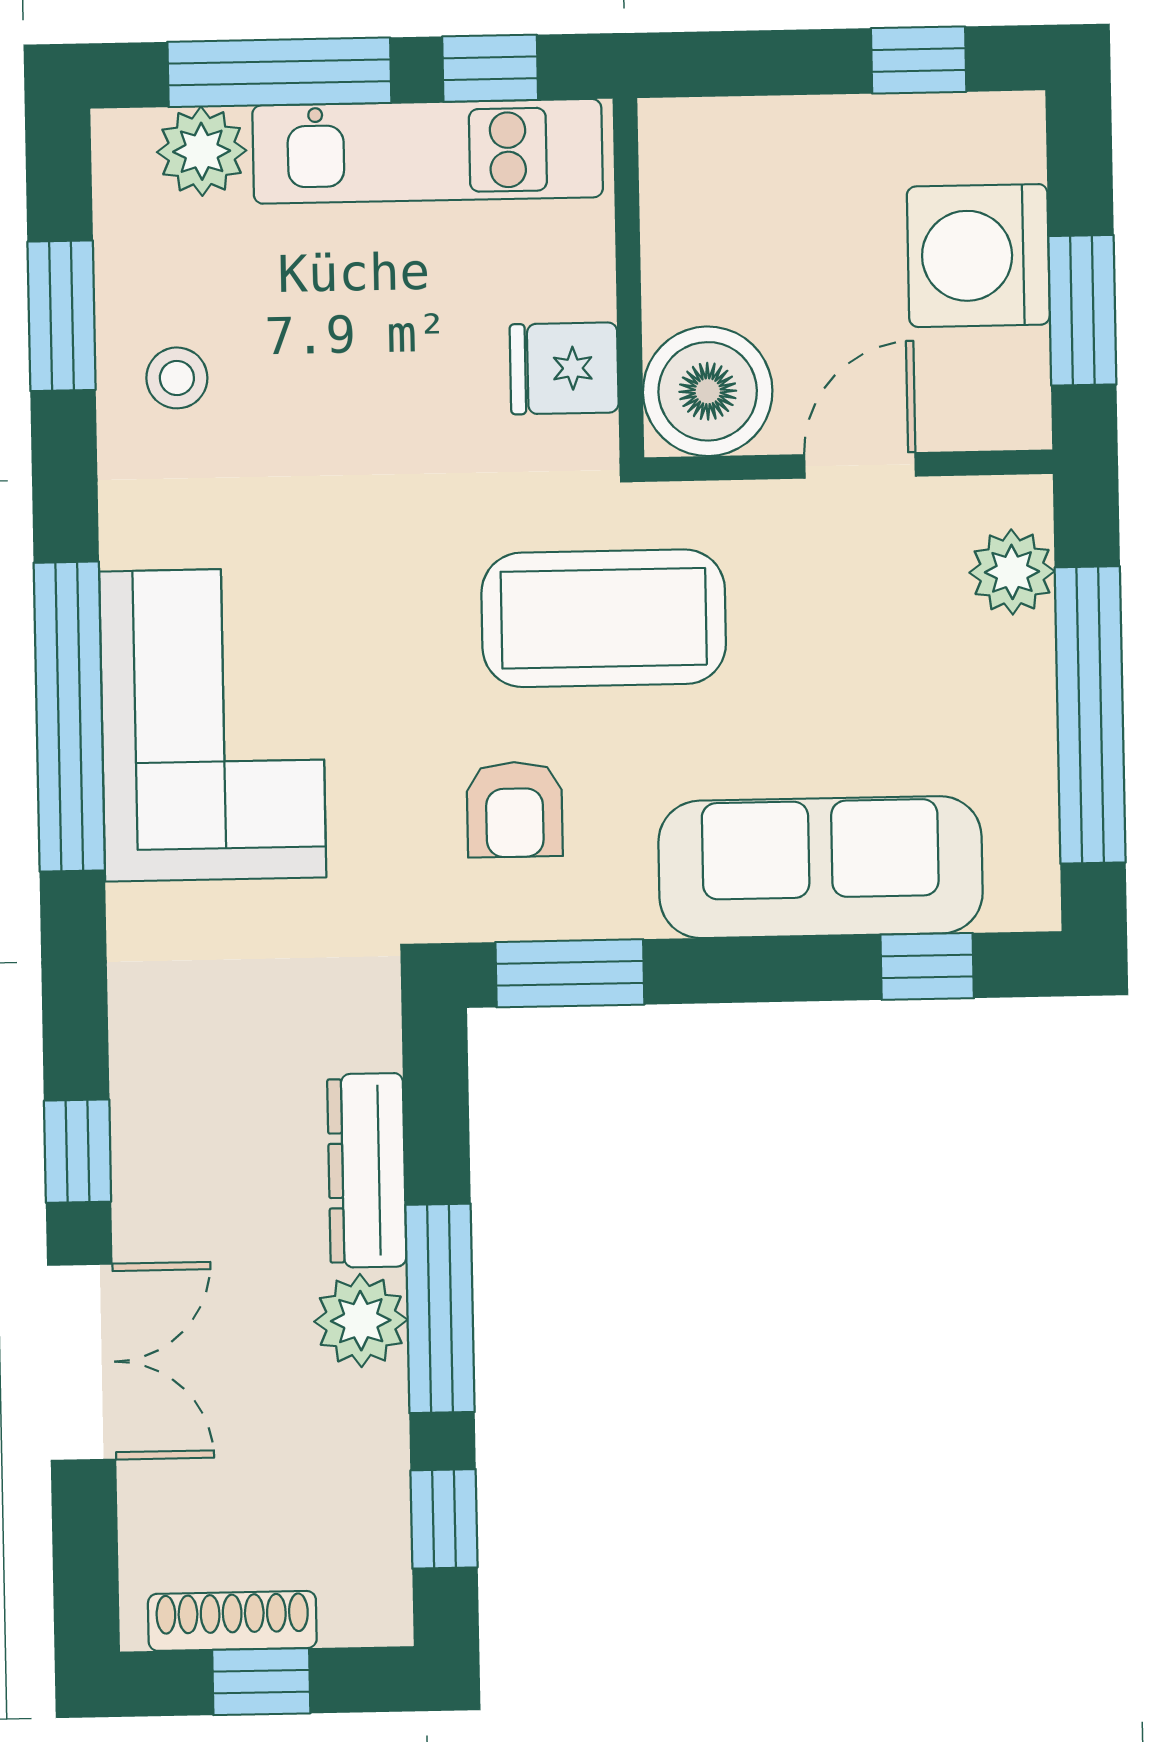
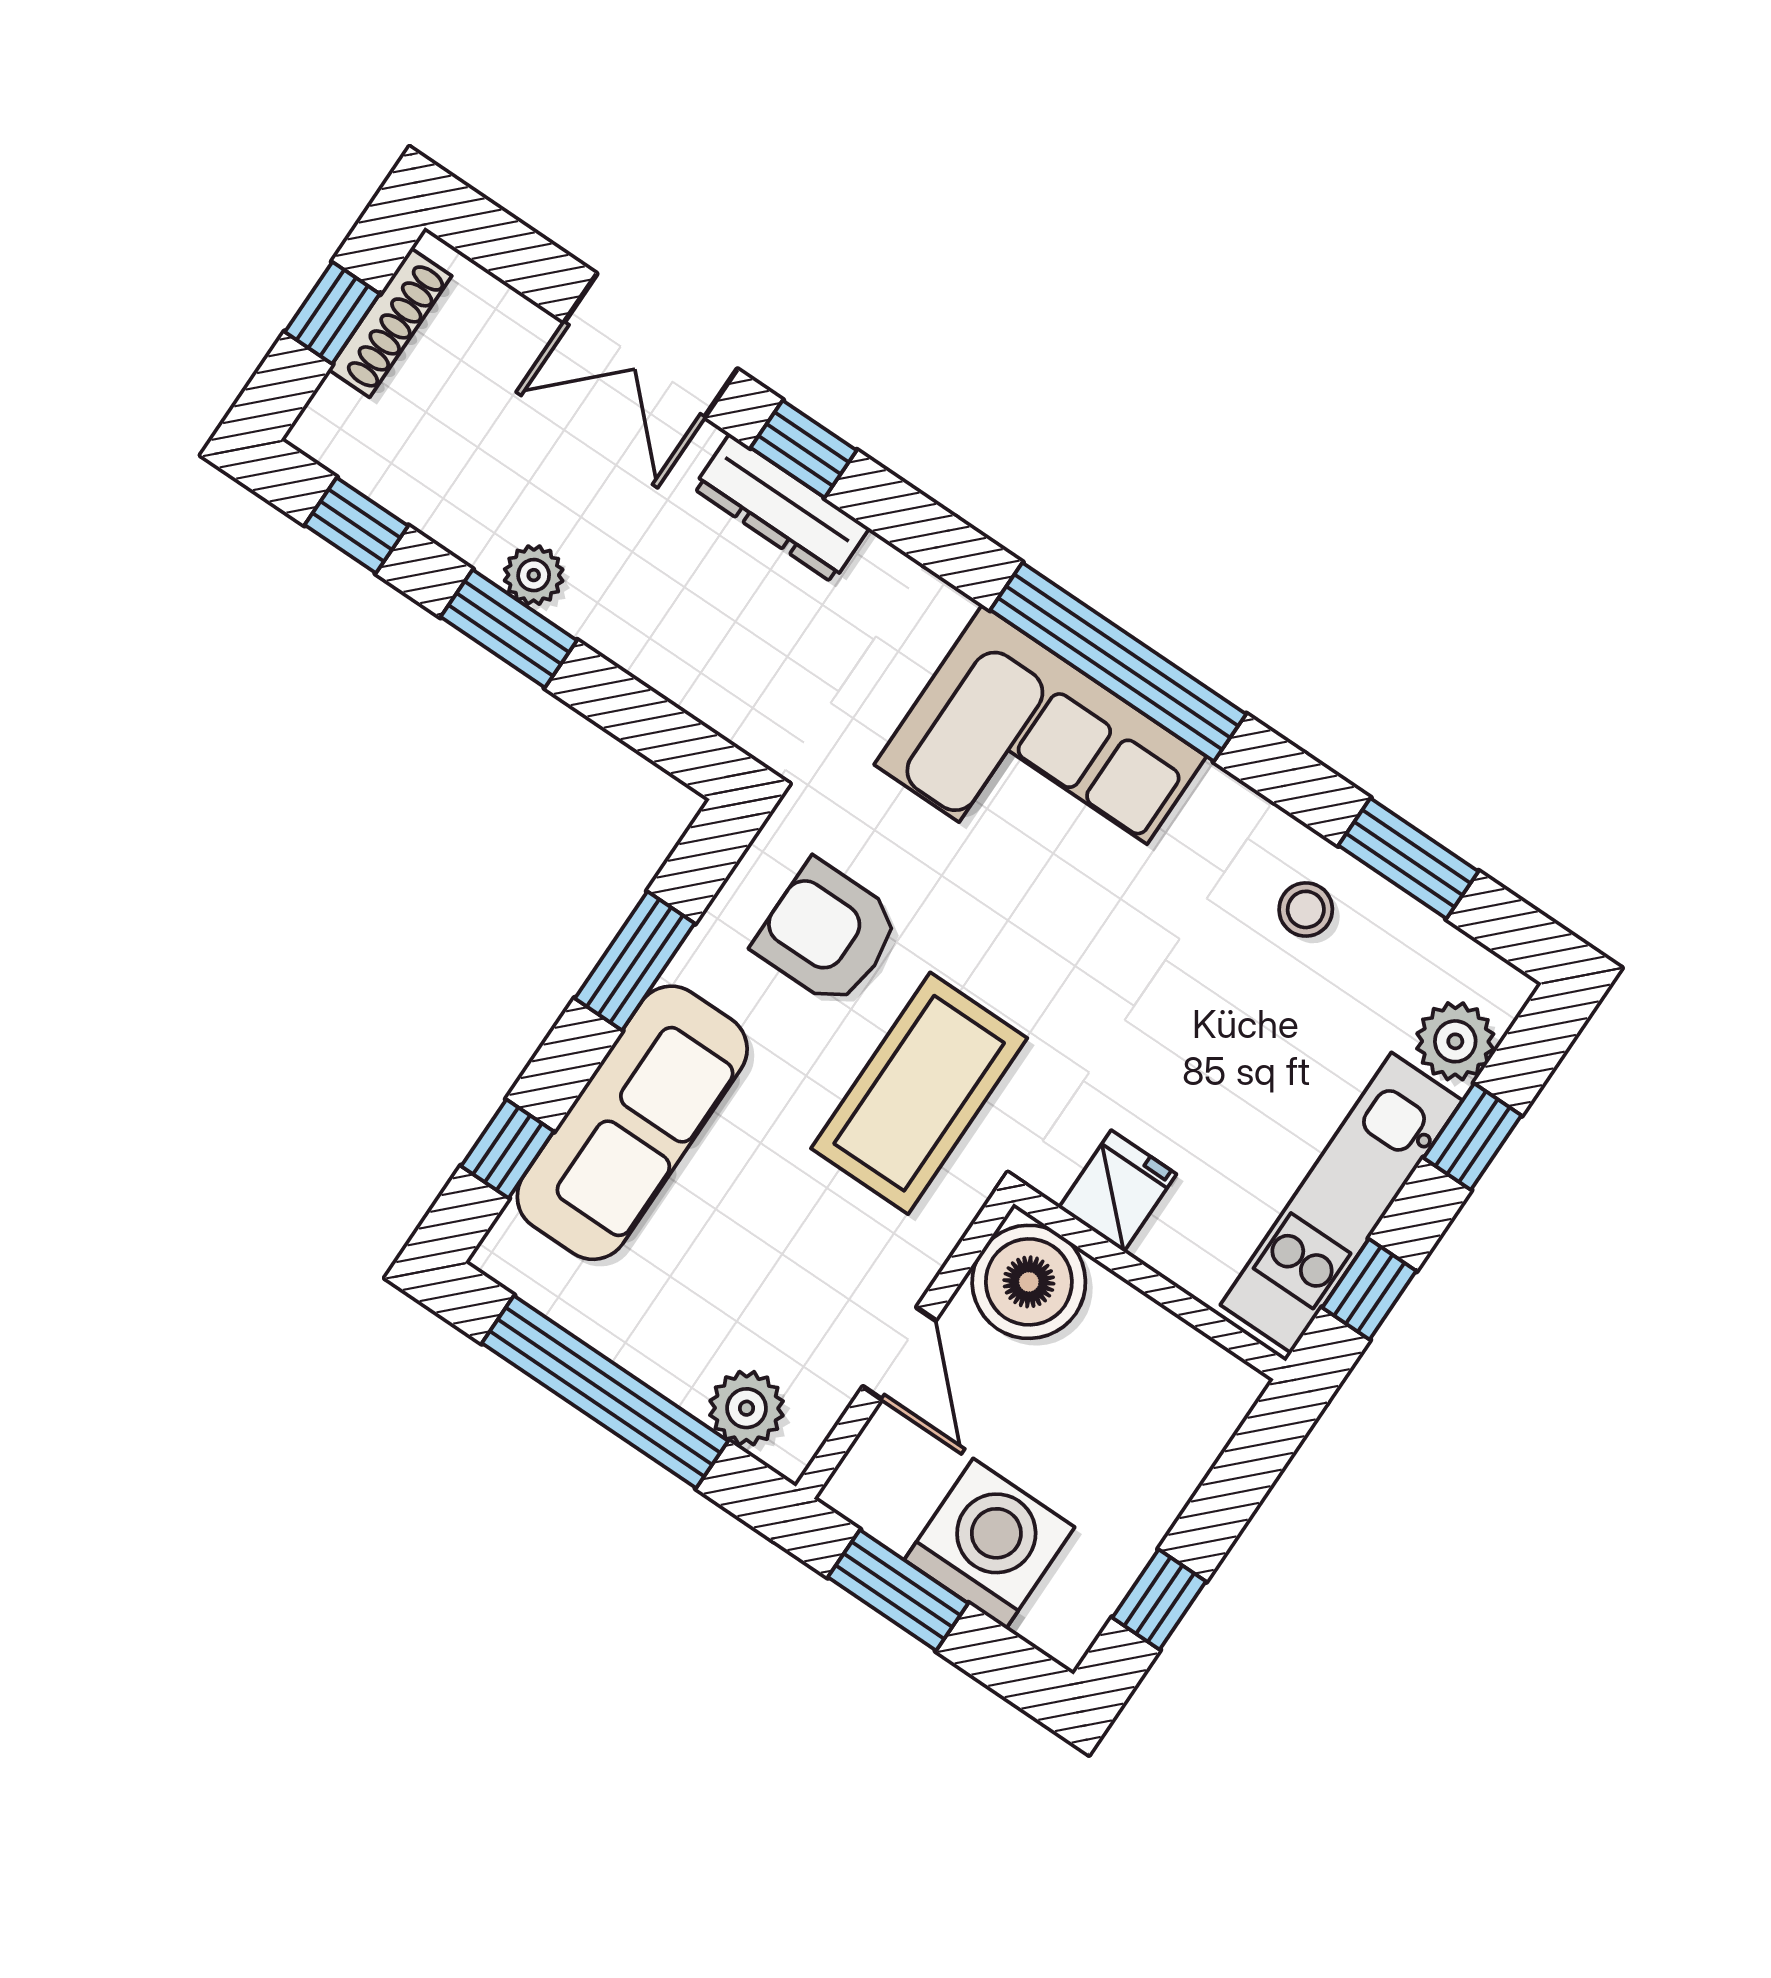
window: (279, 72) -> (1473, 1137), width x0.46
armchair: (515, 809) -> (827, 933), width x1.38, depth x1.38
window: (570, 973) -> (635, 961), moved
dresser: (367, 1170) -> (781, 508), moved, turned 180
window: (440, 1308) -> (509, 629), width x0.69
plant: (361, 1321) -> (534, 575), width x0.73, depth x0.73

